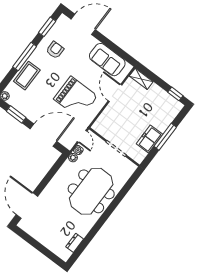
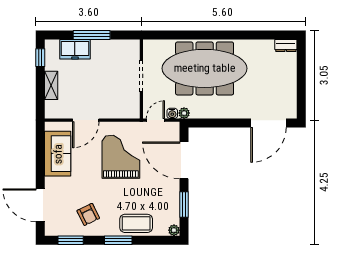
armchair: (55, 50) -> (88, 214), turned -116
window: (25, 57) -> (118, 240), width x0.69
shelving: (141, 79) -> (51, 85), moved
freezer: (149, 139) -> (75, 49), moved
meeting table: (91, 191) -> (205, 68), width x1.36
dresser: (75, 243) -> (286, 46), moved

